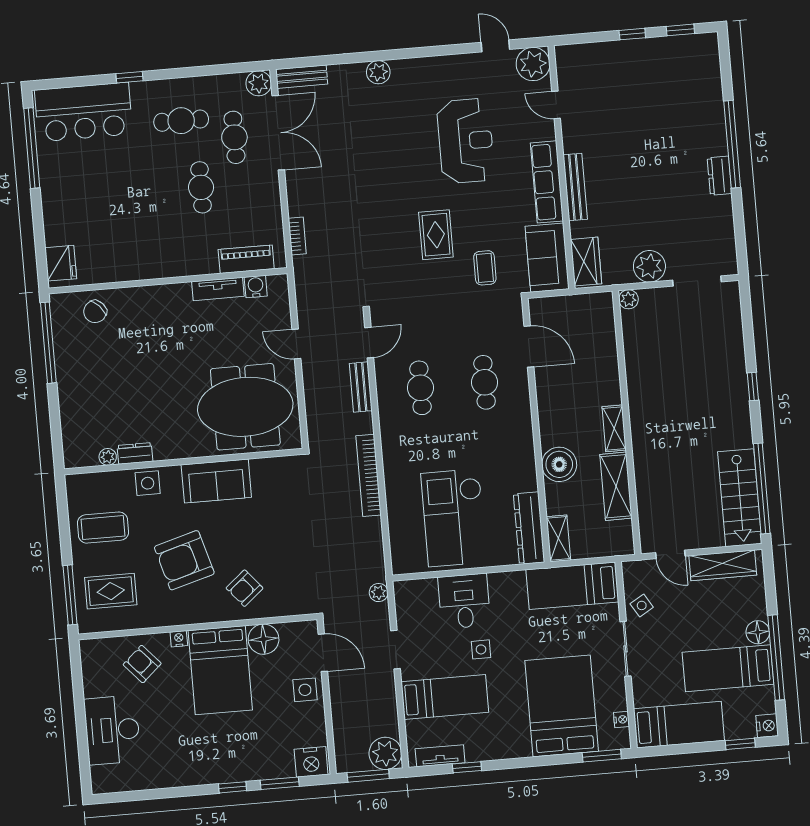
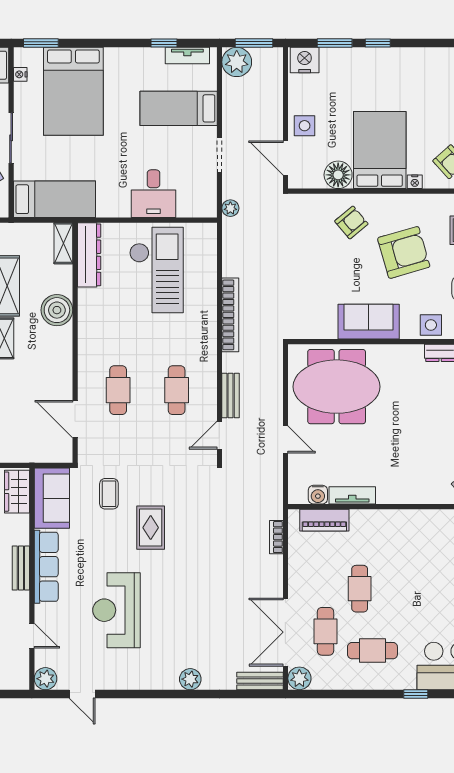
plant: (533, 64) -> (45, 679), width x0.73, depth x0.73
bench: (575, 187) -> (21, 568), width x0.73
side table: (481, 649) -> (142, 149), removed

